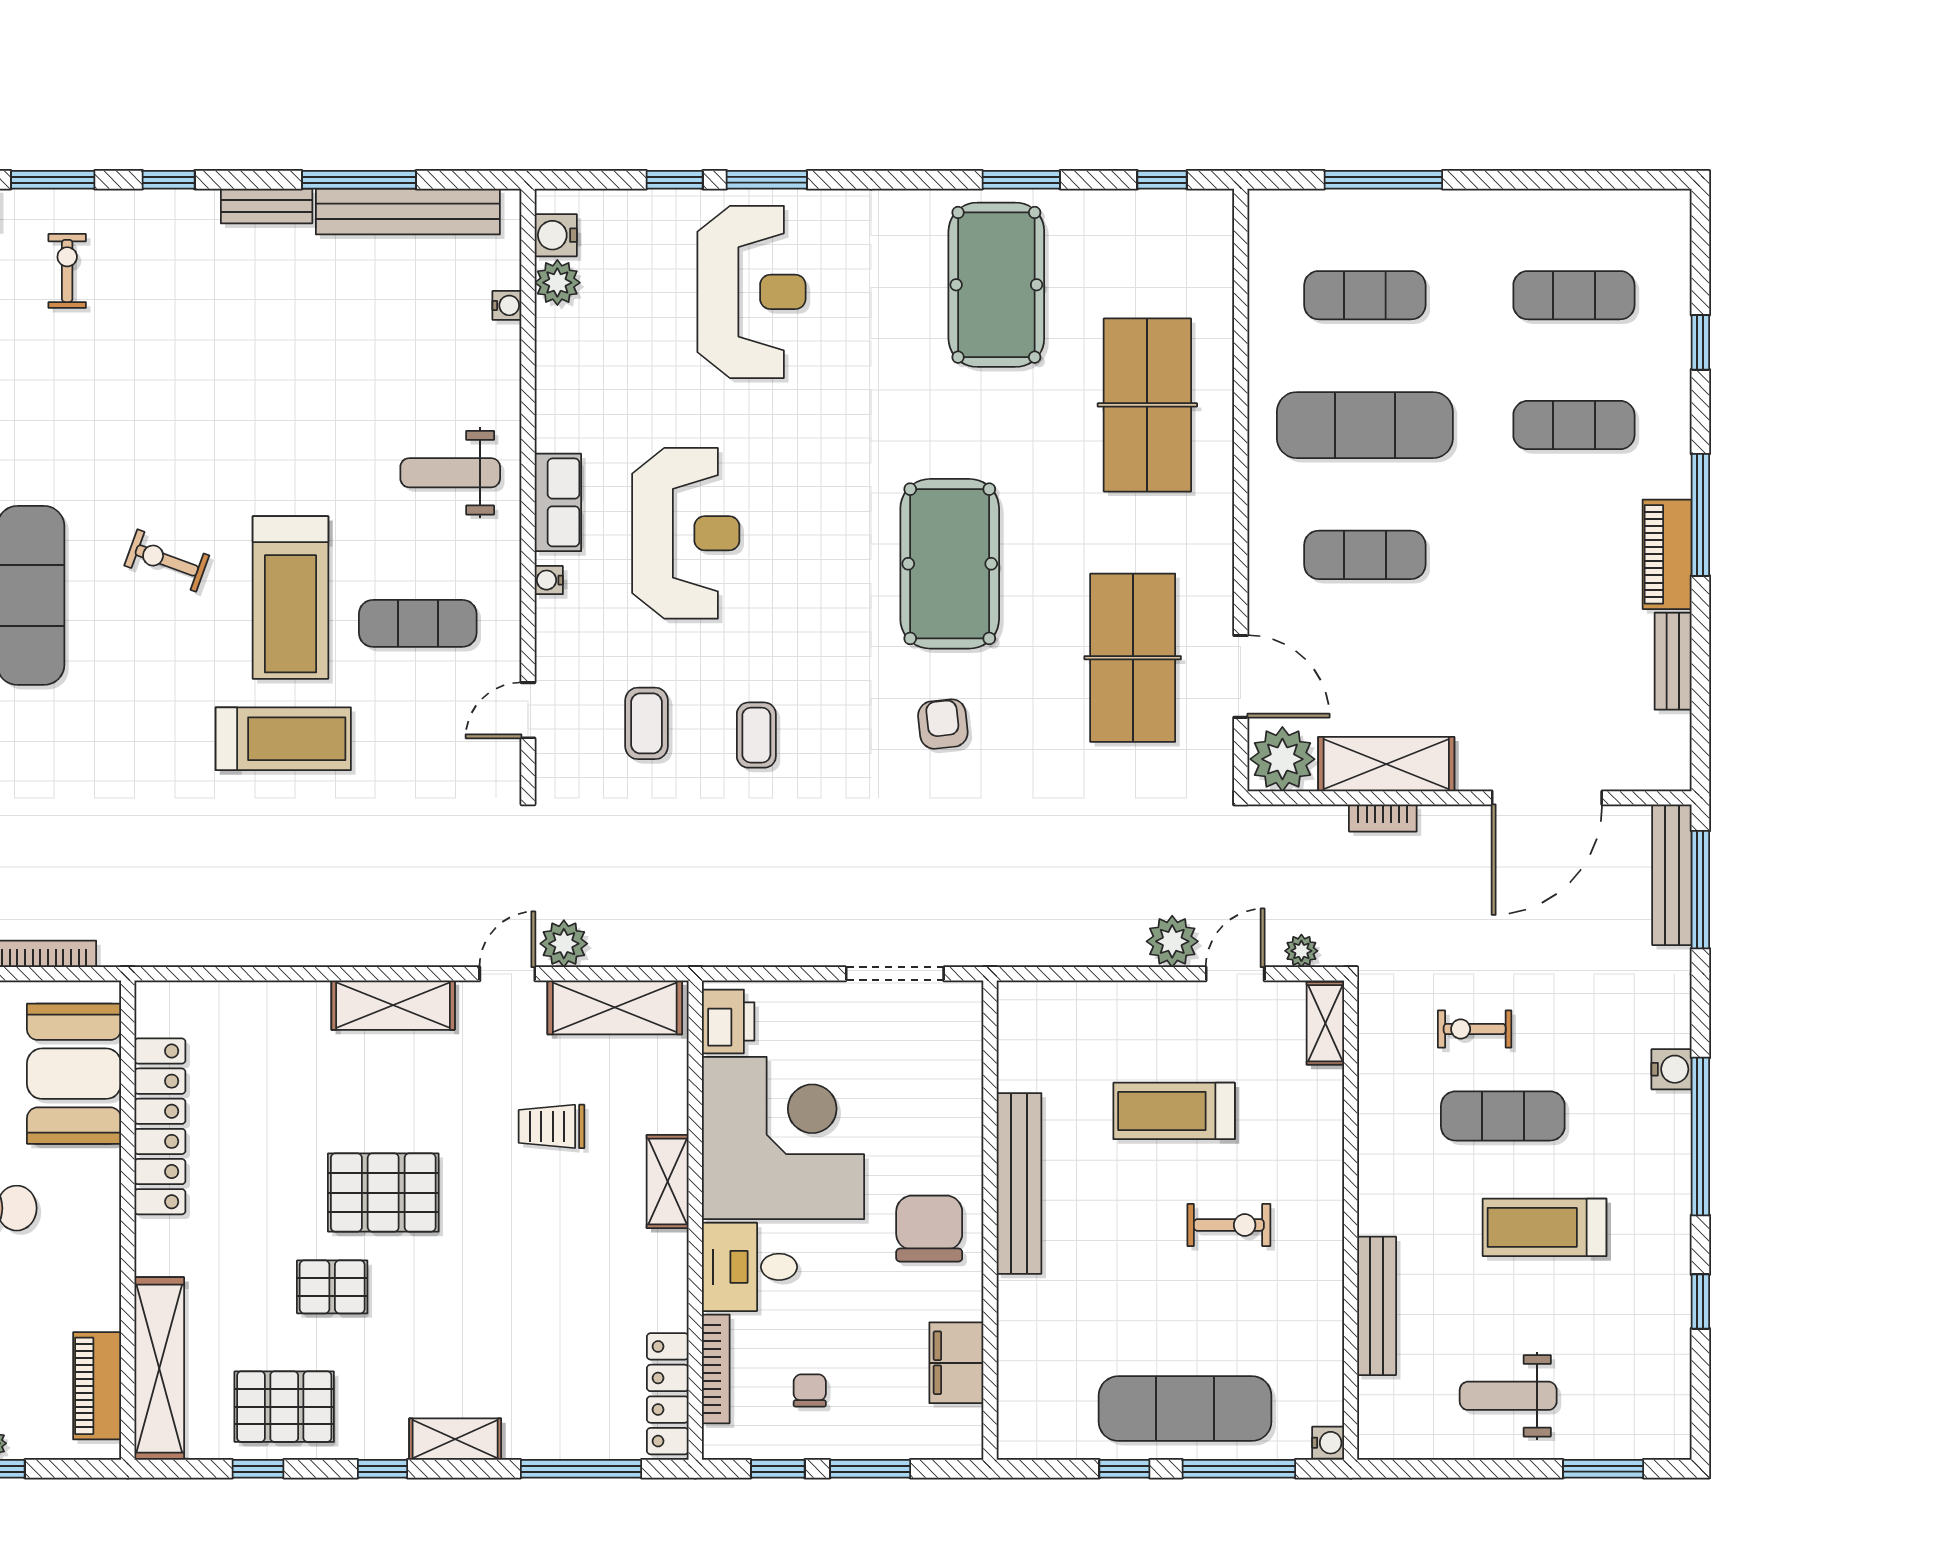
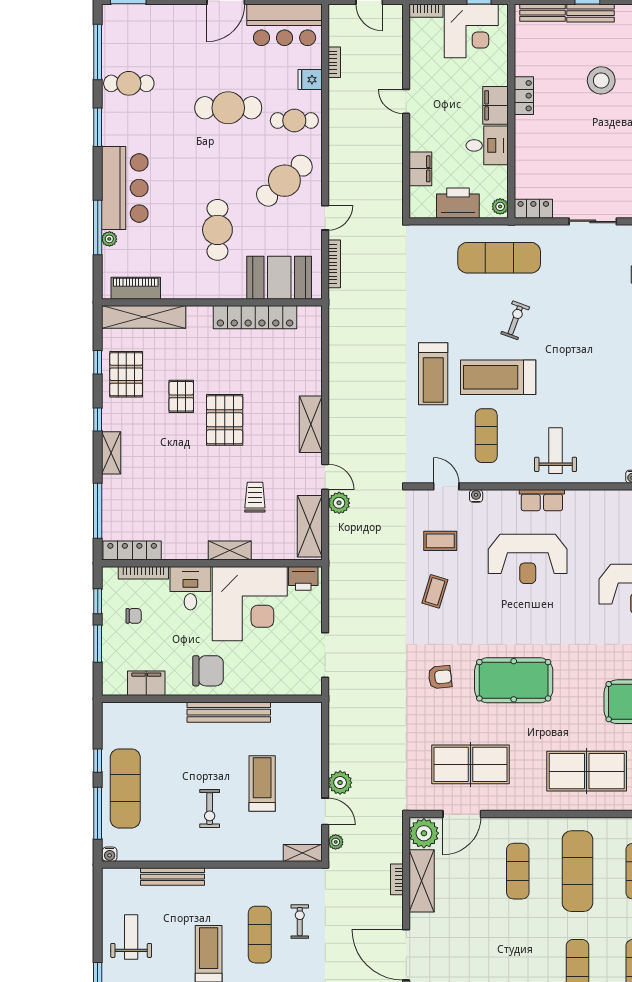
water cooler: (549, 580) -> (476, 496), moved
coffee table: (756, 735) -> (435, 591), turned -73

